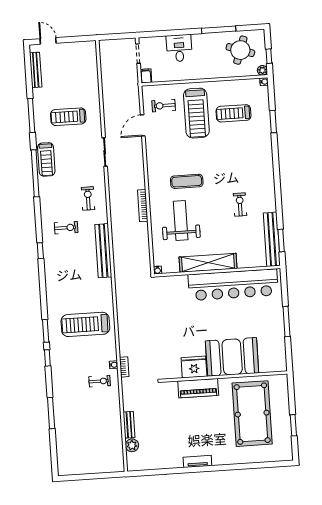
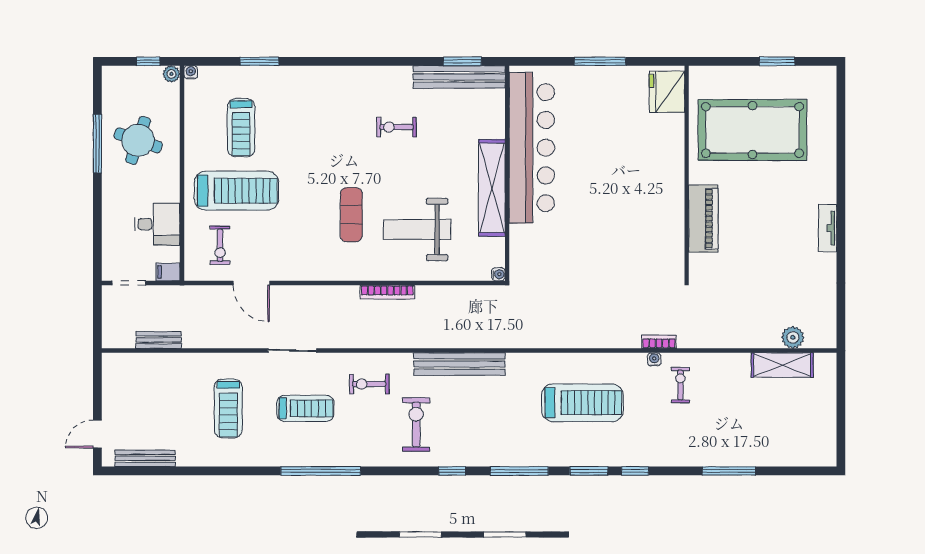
desk: (179, 48) -> (157, 224), moved, turned 180
round table: (240, 50) -> (138, 140), moved
window: (31, 115) -> (519, 471), moved
treadmill: (46, 159) -> (305, 408), moved
exercise bike: (66, 228) -> (416, 424), width x1.38, depth x1.39
treadmill: (85, 324) -> (582, 403), turned -90
booth: (232, 357) -> (654, 158), removed
fridge: (194, 367) -> (667, 92), moved
bench: (129, 425) -> (159, 340), moved
shelving: (115, 440) -> (782, 365), added

